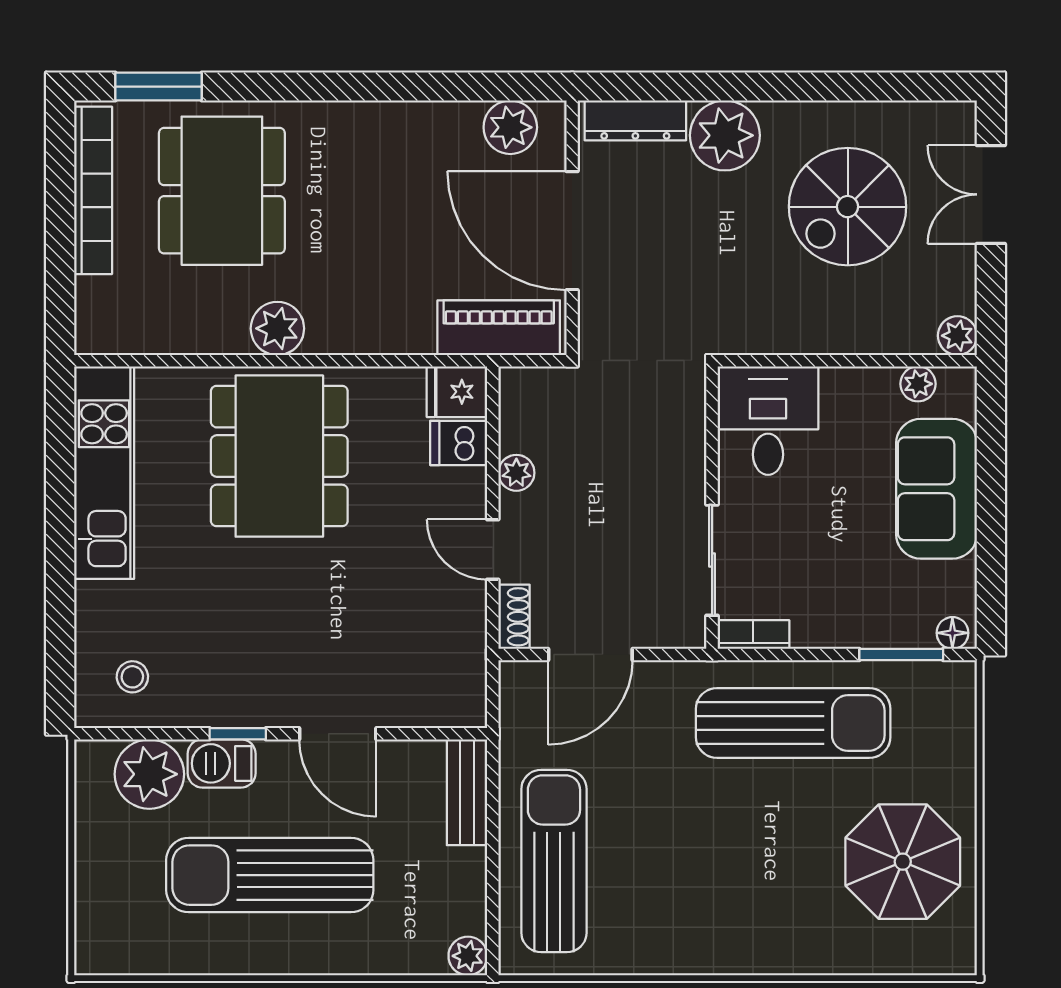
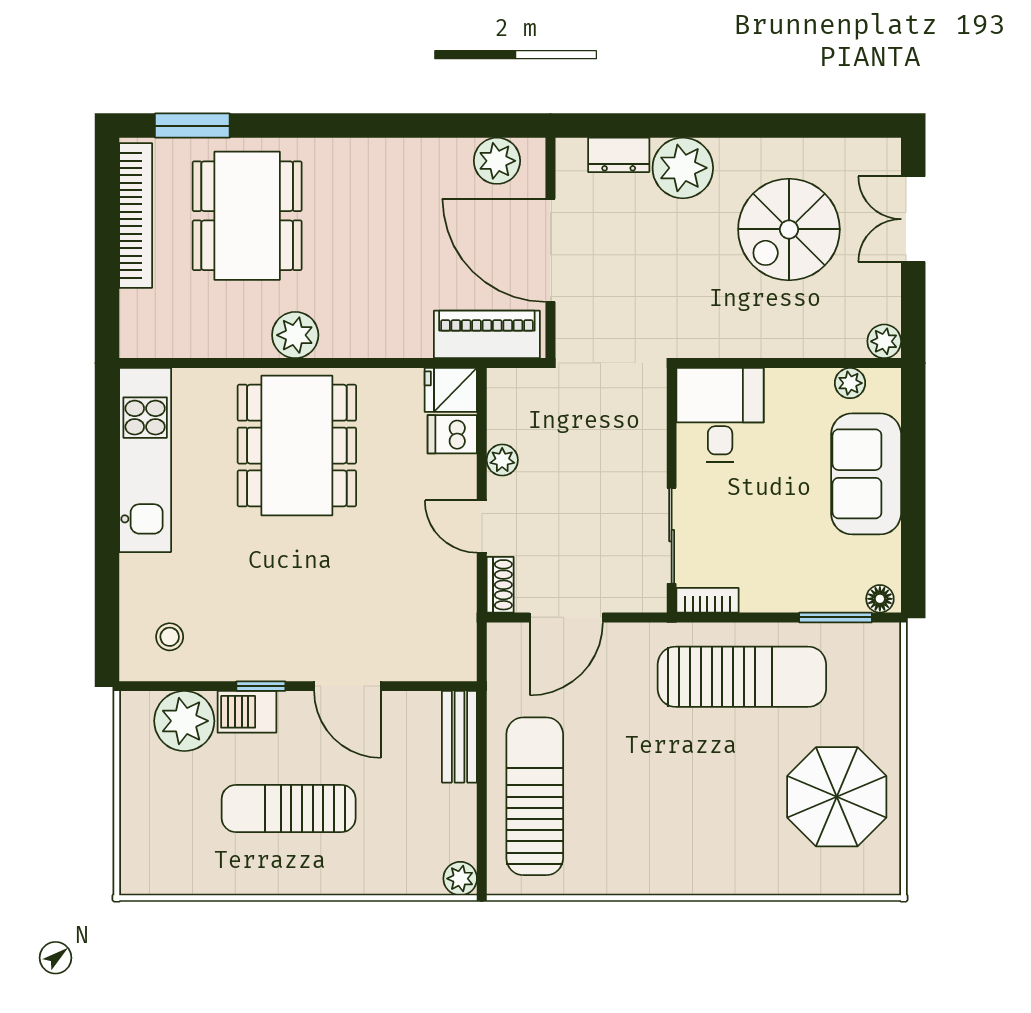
dresser: (635, 120) -> (619, 155), width x0.70
sun lounger: (270, 875) -> (289, 808), width x0.73, depth x0.75

